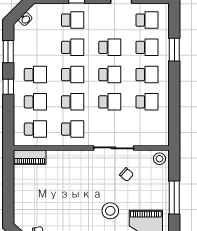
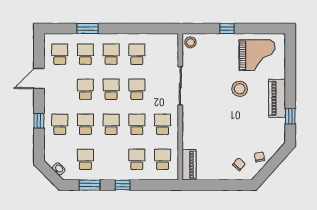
school desk: (35, 75) -> (85, 159), moved
chair: (126, 174) -> (239, 164), moved
window: (174, 197) -> (227, 28), width x0.46

